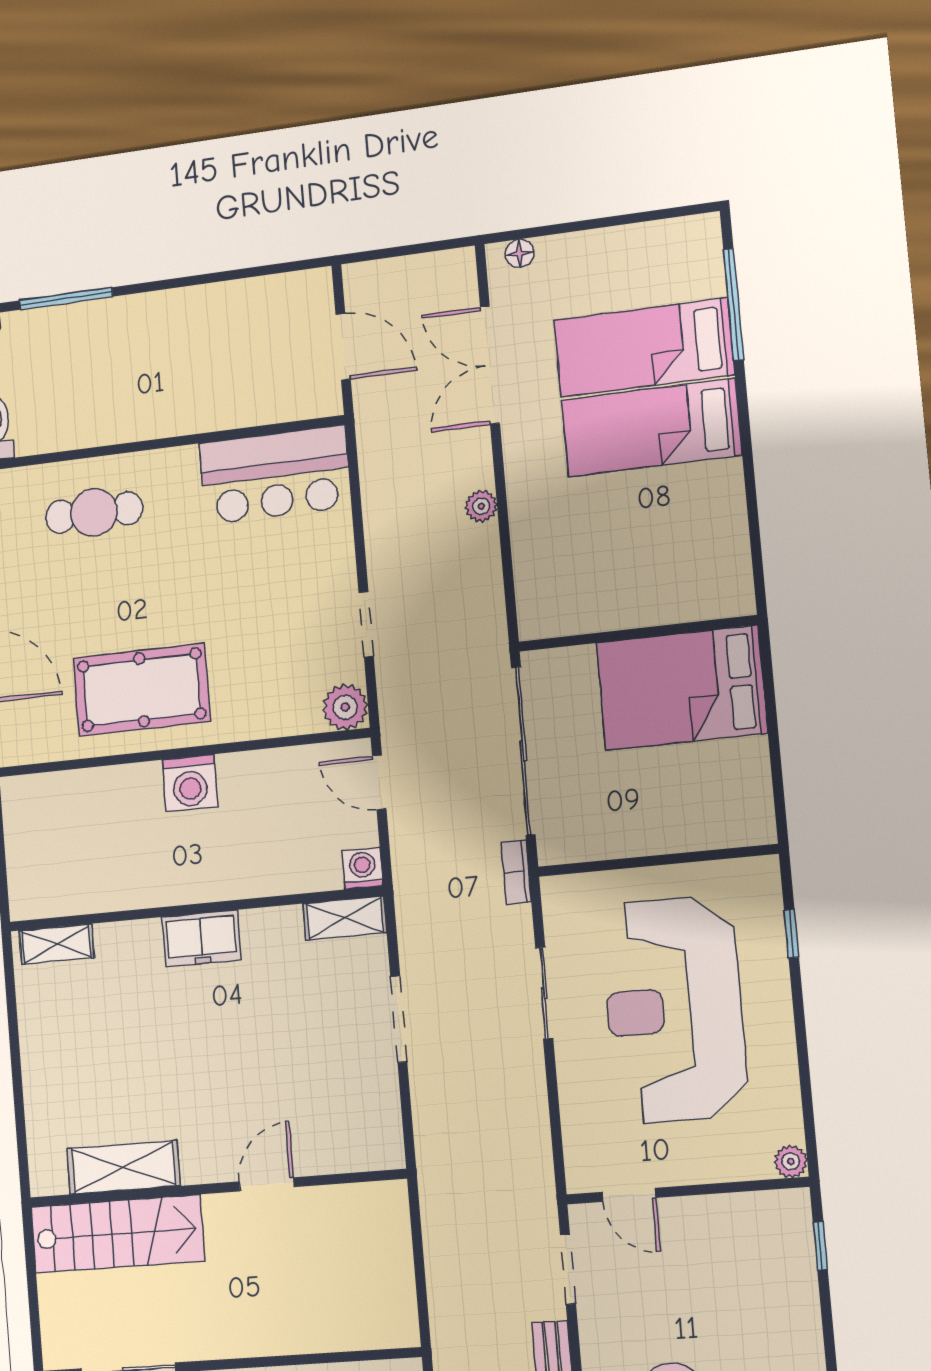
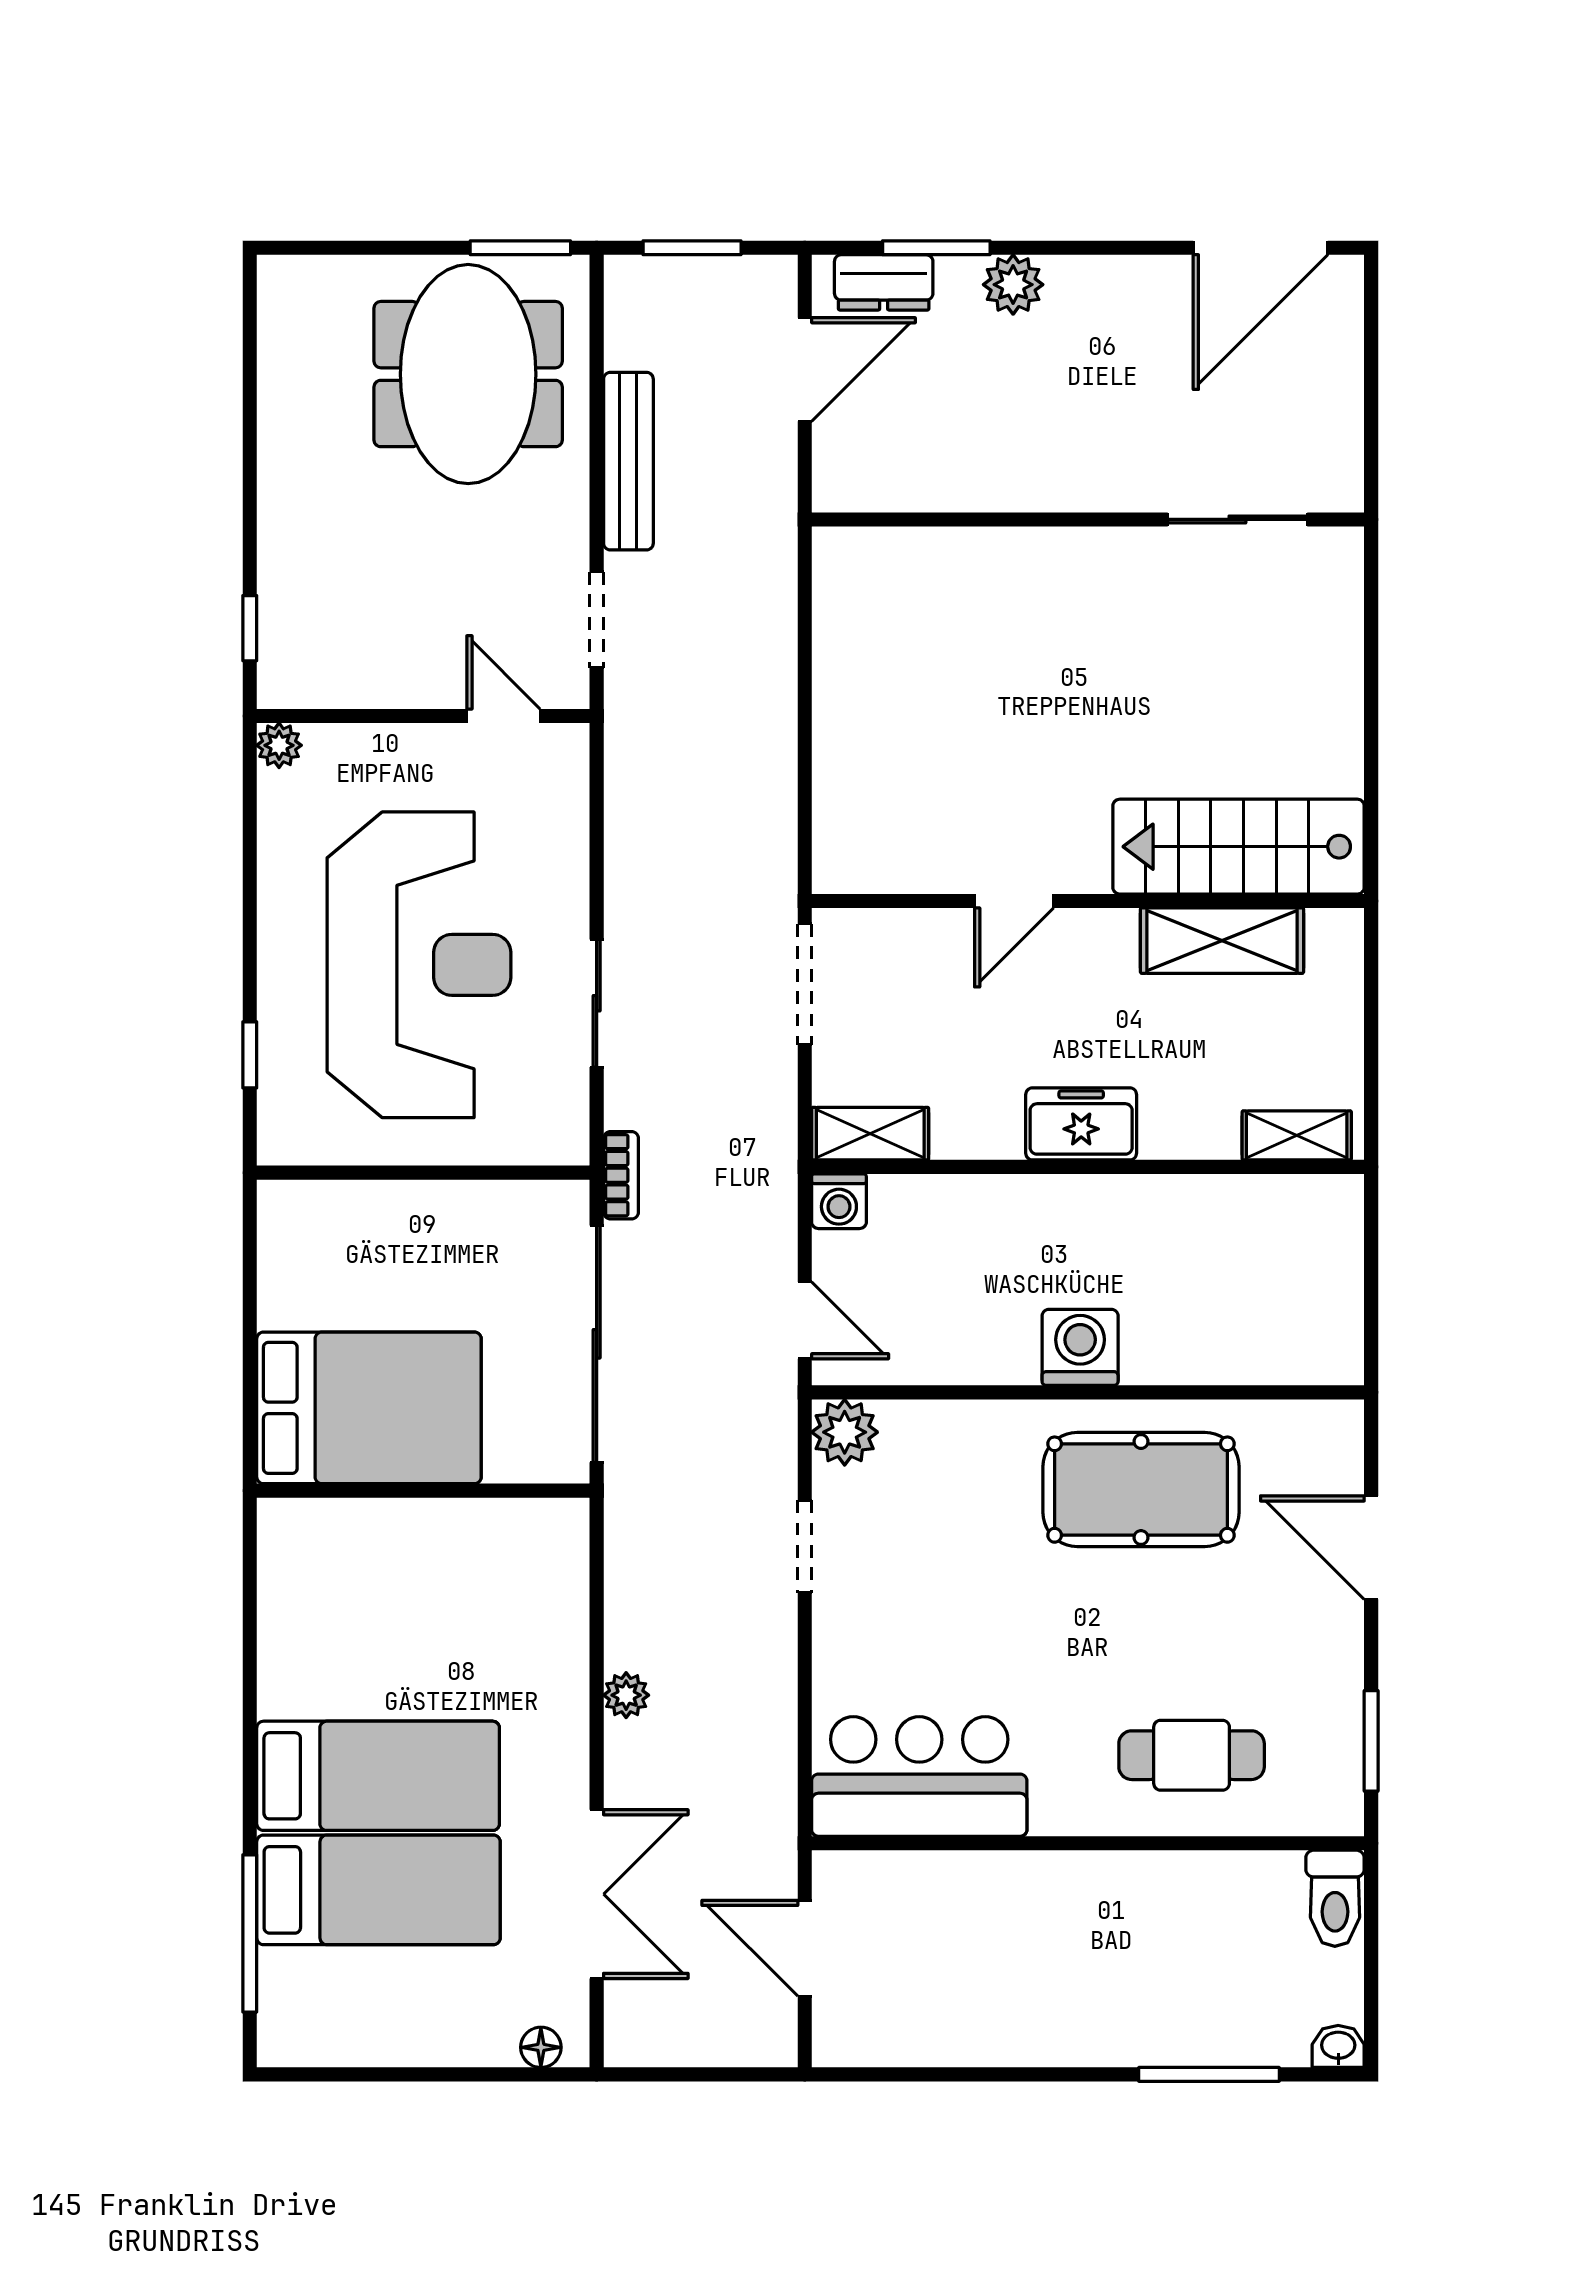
shelving: (123, 1167) -> (1222, 941), moved
door: (267, 1184) -> (1014, 901), moved
wall: (216, 1188) -> (1088, 901), moved
stairs: (117, 1234) -> (1239, 847), moved

